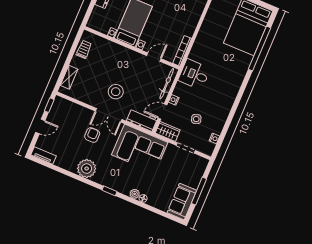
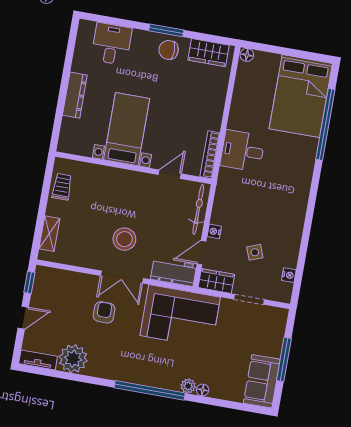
desk: (194, 74) -> (243, 151), moved
plant: (87, 169) -> (73, 359), moved
window: (110, 191) -> (150, 390), width x3.17

